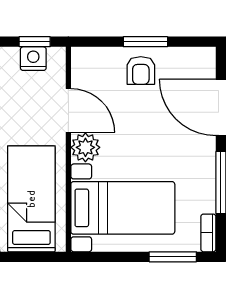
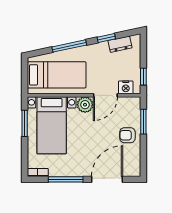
window: (145, 42) -> (143, 122), moved
nightstand: (33, 59) -> (126, 87), moved, turned 90
window: (173, 257) -> (25, 123), moved

